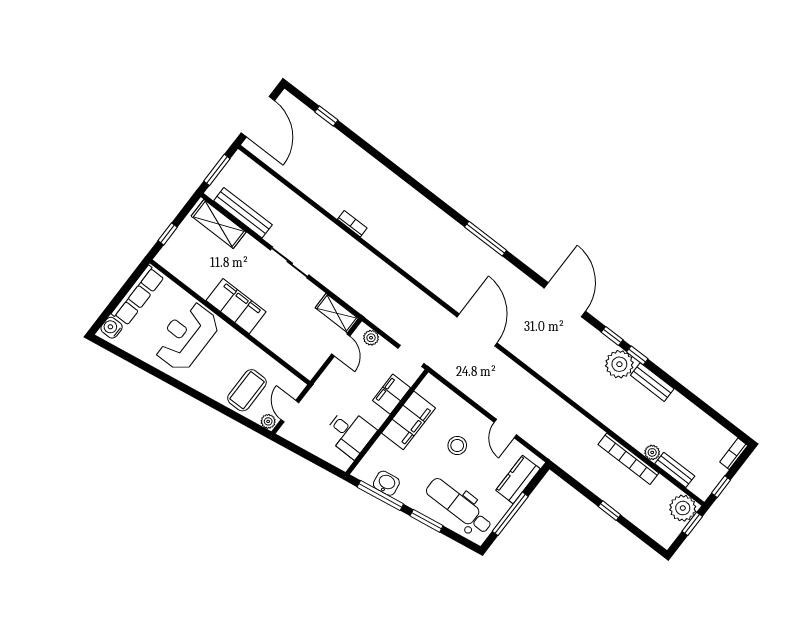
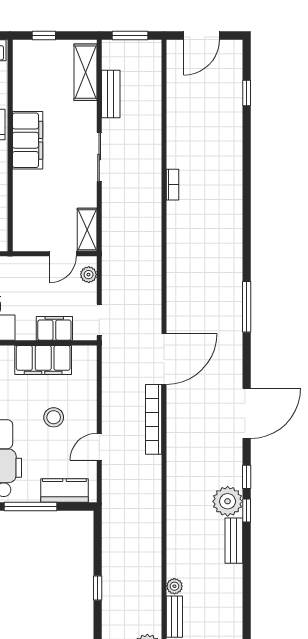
door: (258, 117) -> (201, 35), width x0.73
bench: (243, 213) -> (111, 94), width x0.73
bookcase: (628, 459) -> (154, 419), moved

